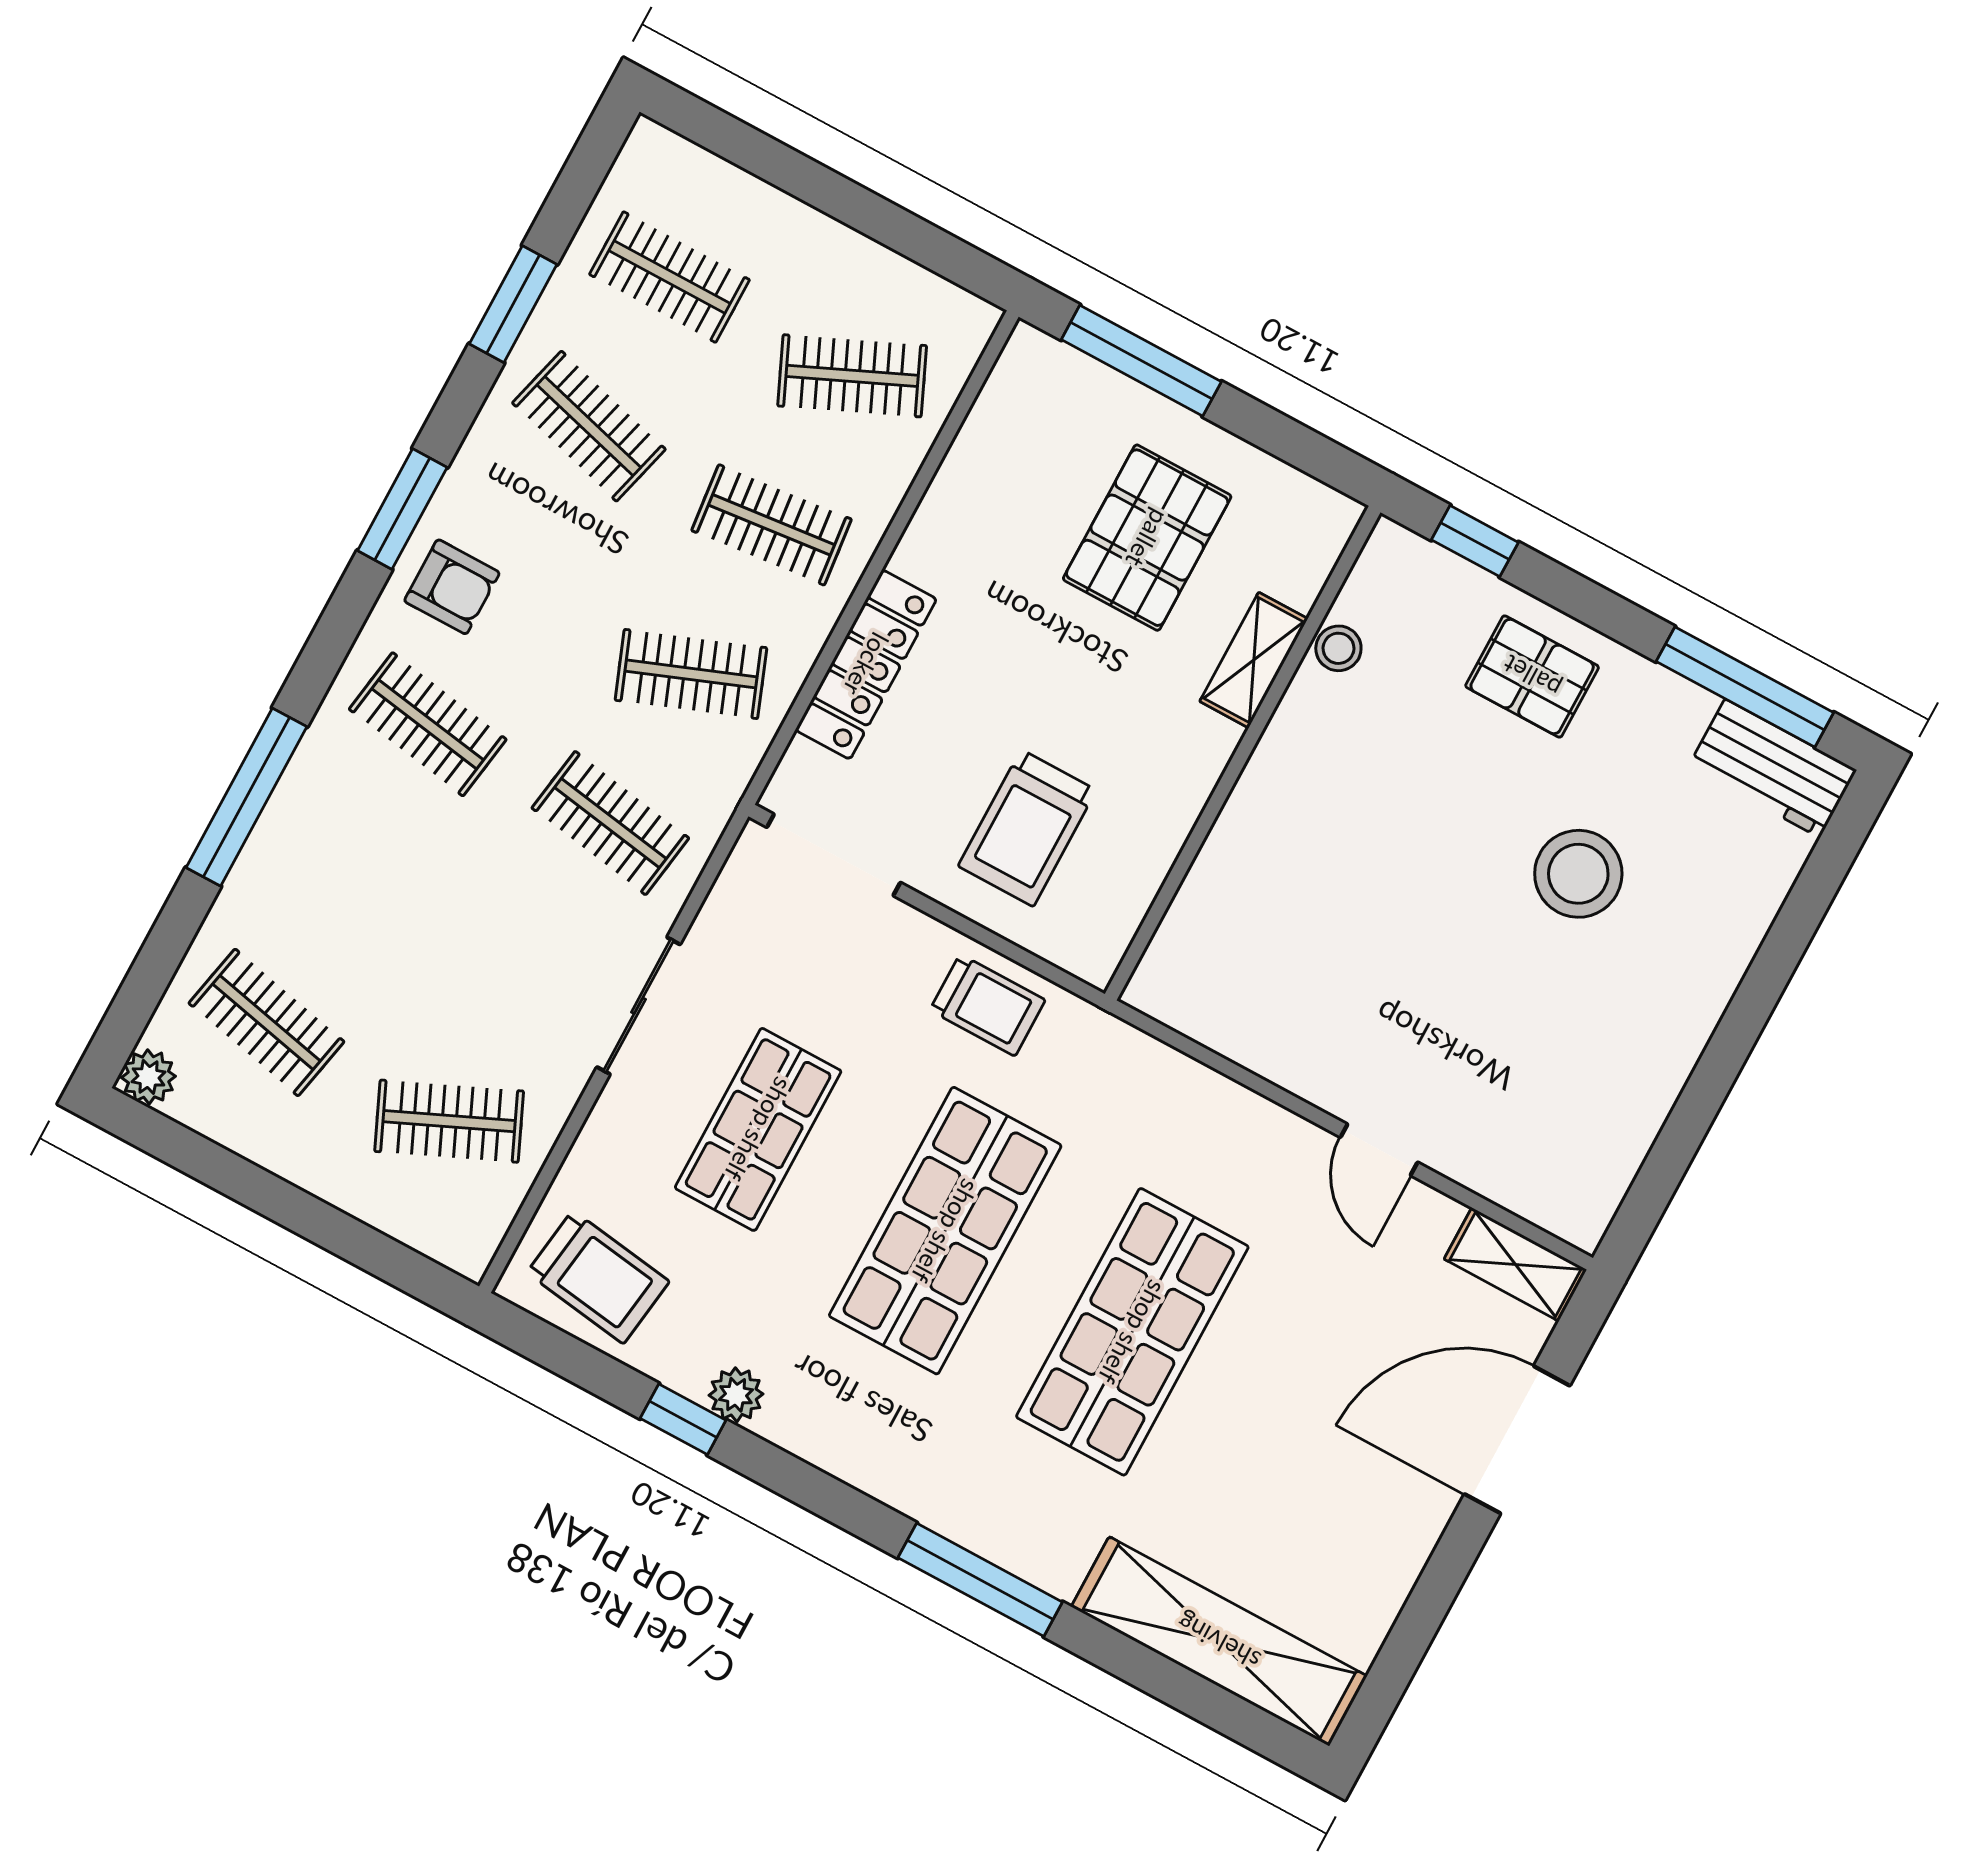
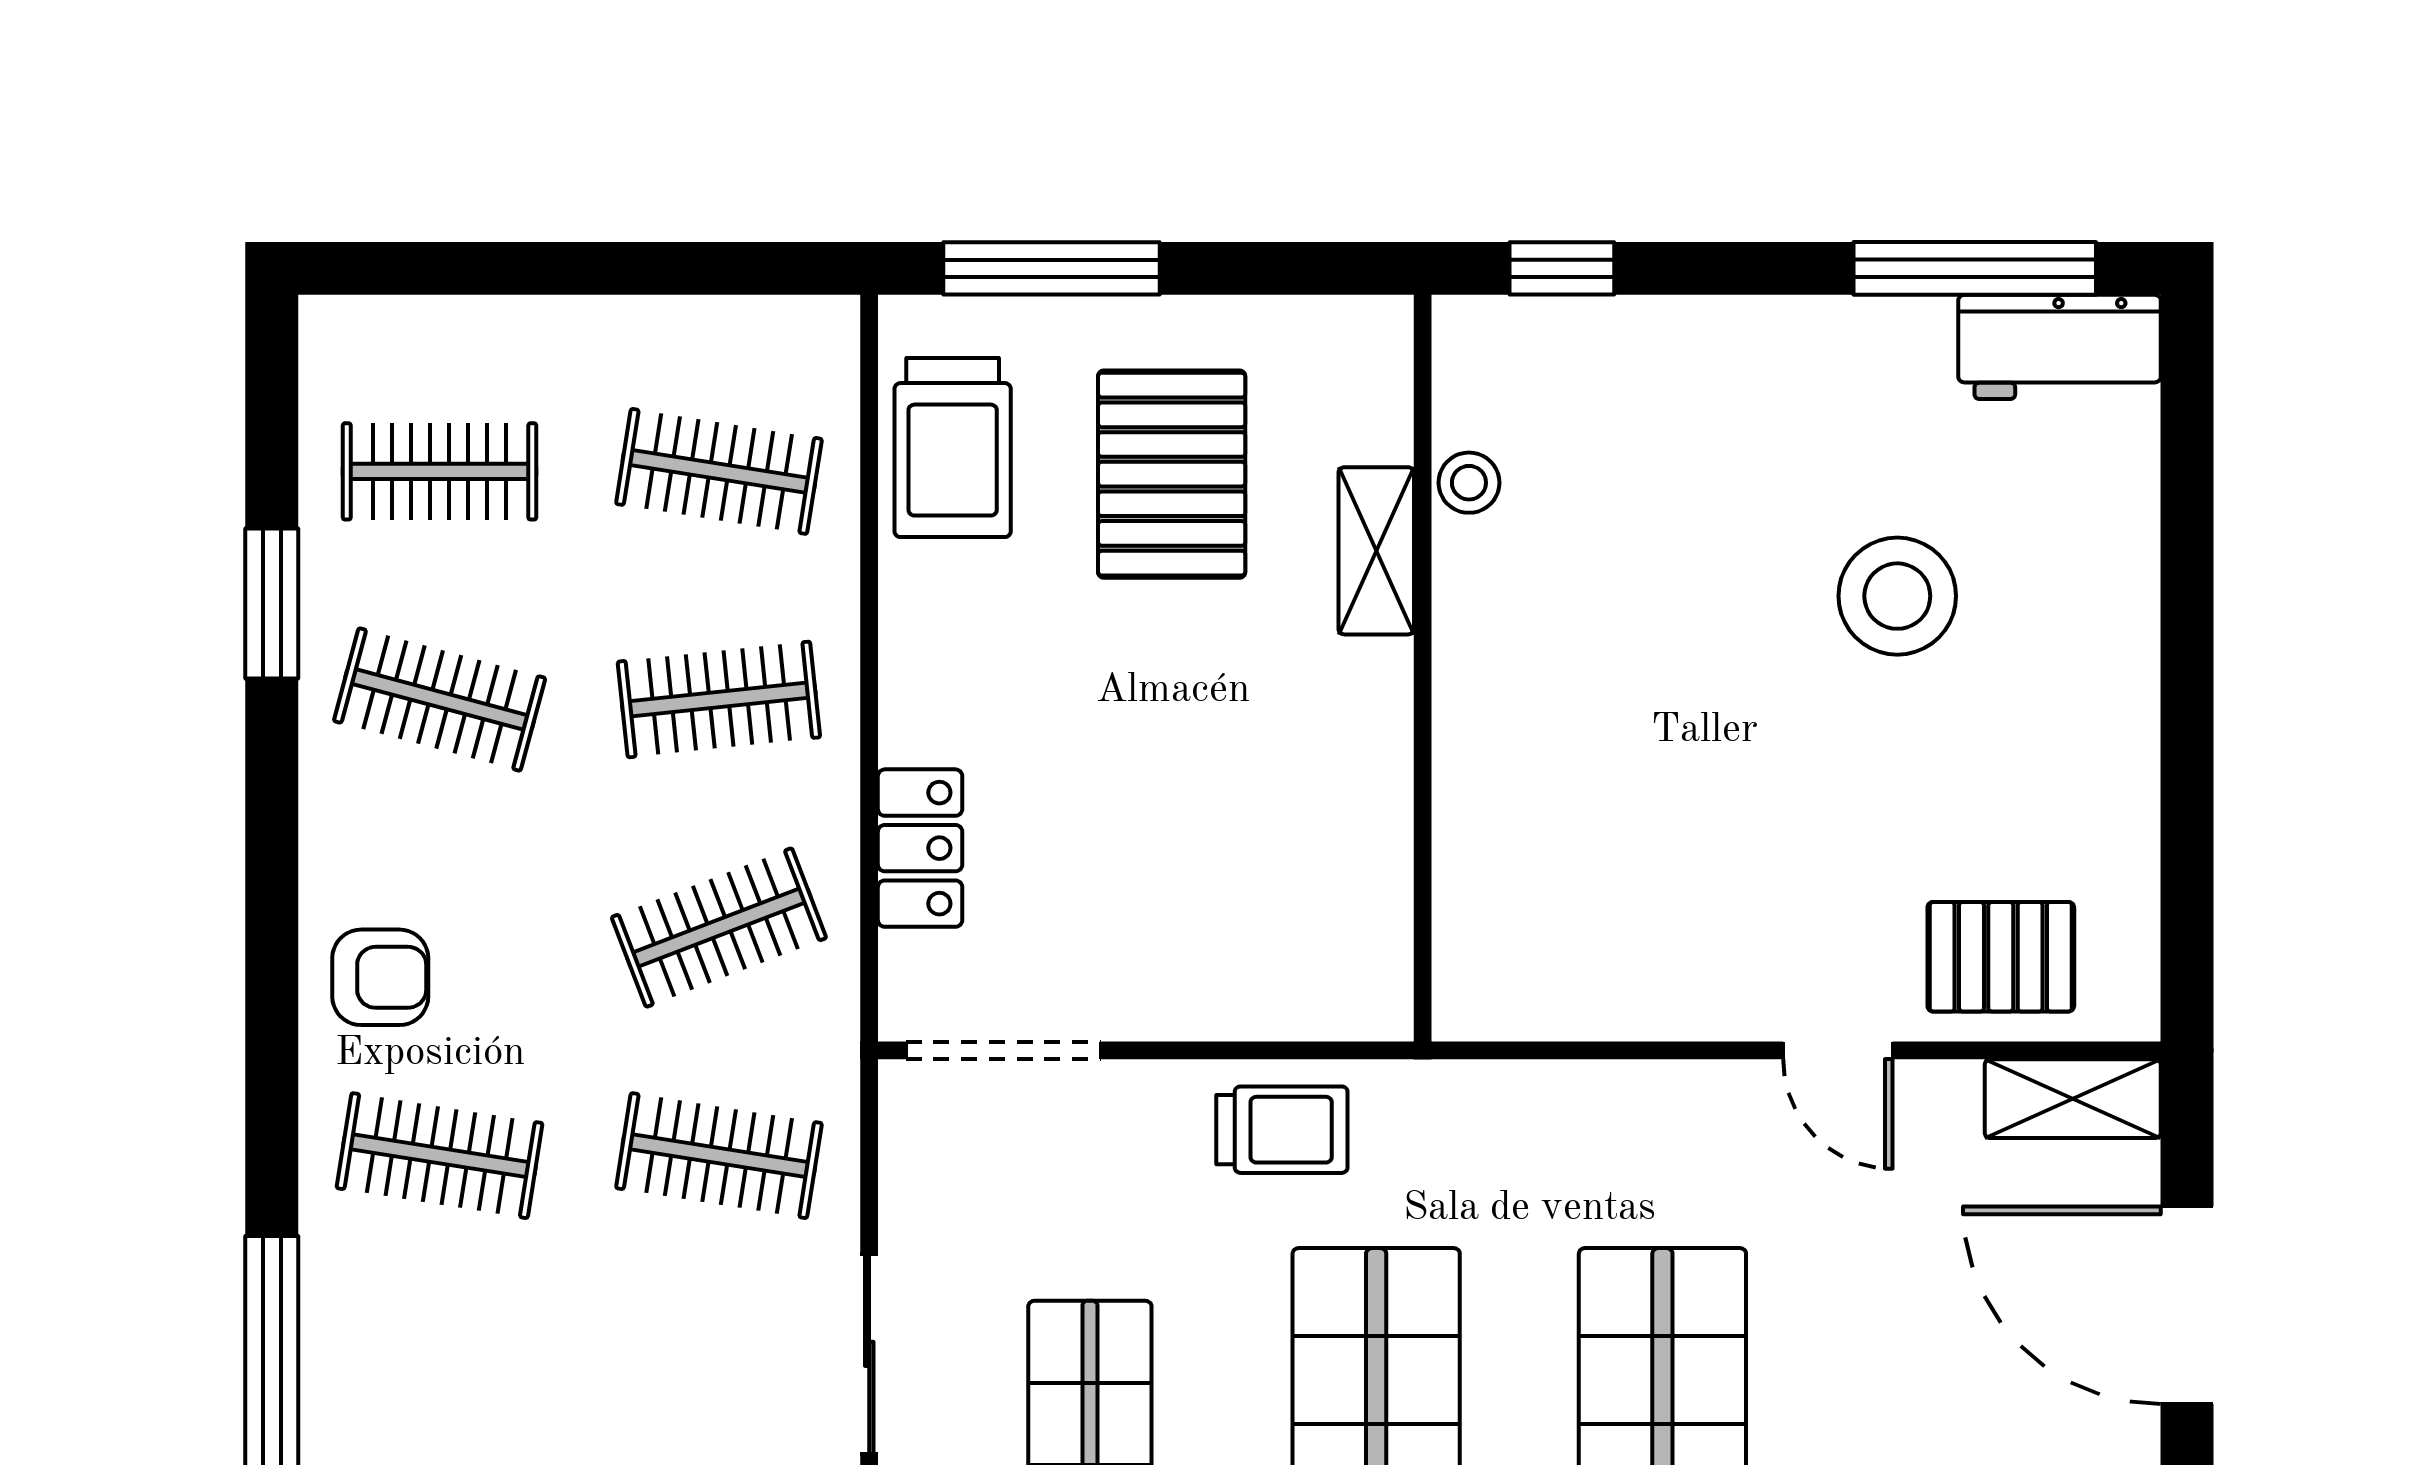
clothes rail: (852, 376) -> (719, 471), turned 33
window: (402, 509) -> (272, 917), removed
locker: (866, 664) -> (920, 848), width x0.66
pallet: (1532, 676) -> (2001, 957), moved
trolley: (1027, 828) -> (953, 447), moved
door: (1517, 1440) -> (2187, 1305), hinge flipped

